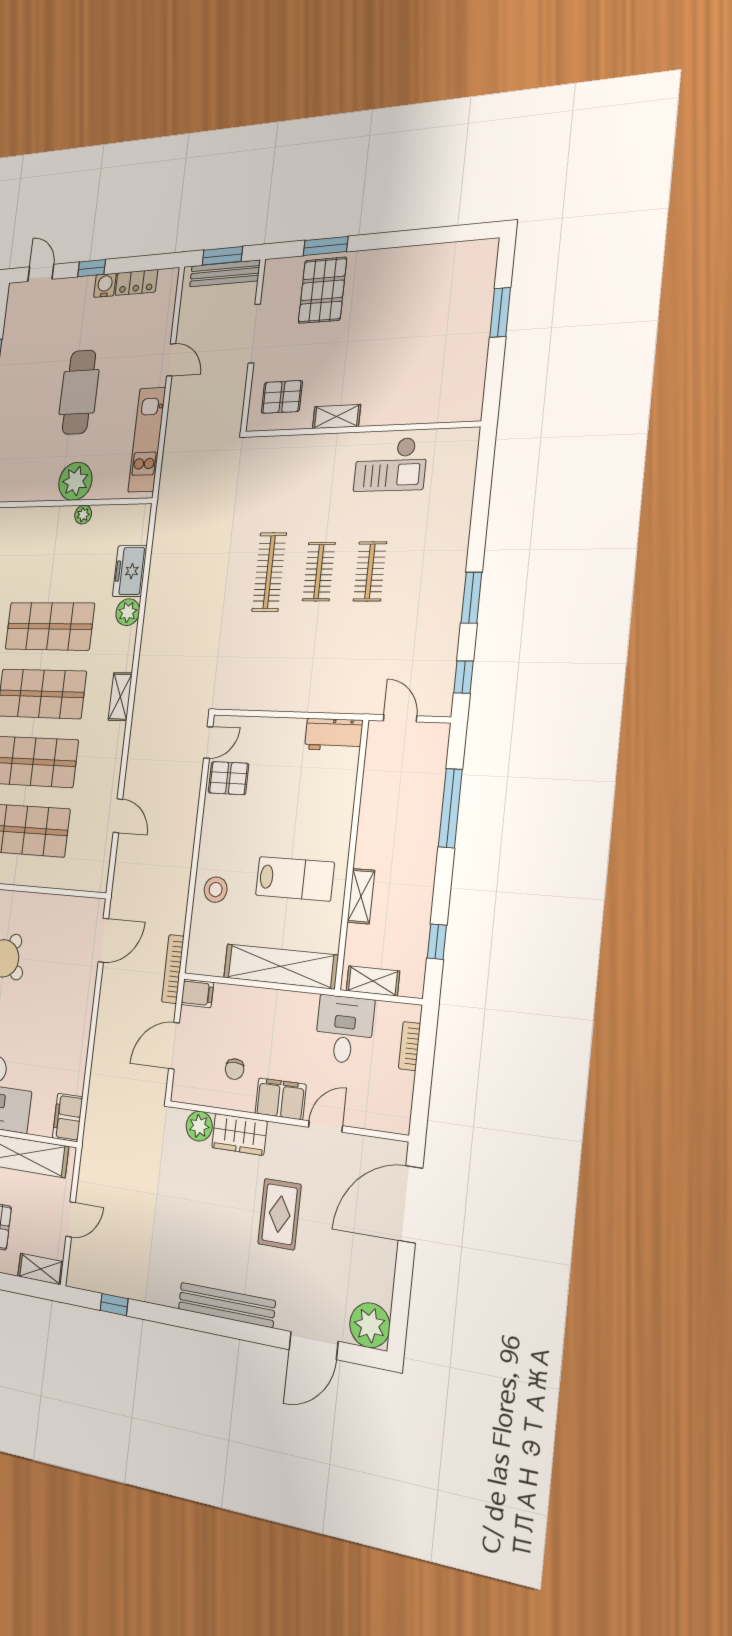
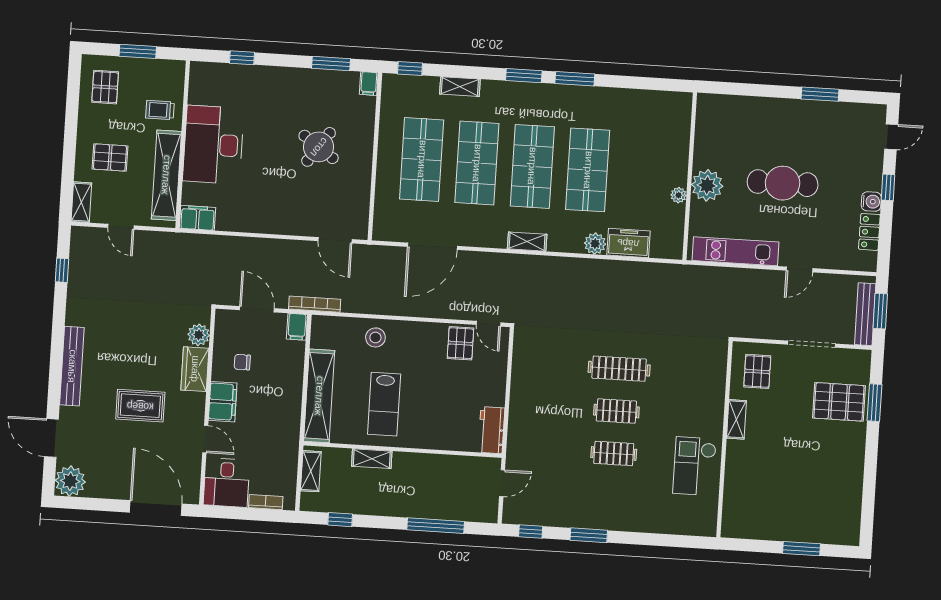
door: (118, 816) -> (432, 246), width x1.87
desk: (344, 1029) -> (226, 483), moved, turned 90

